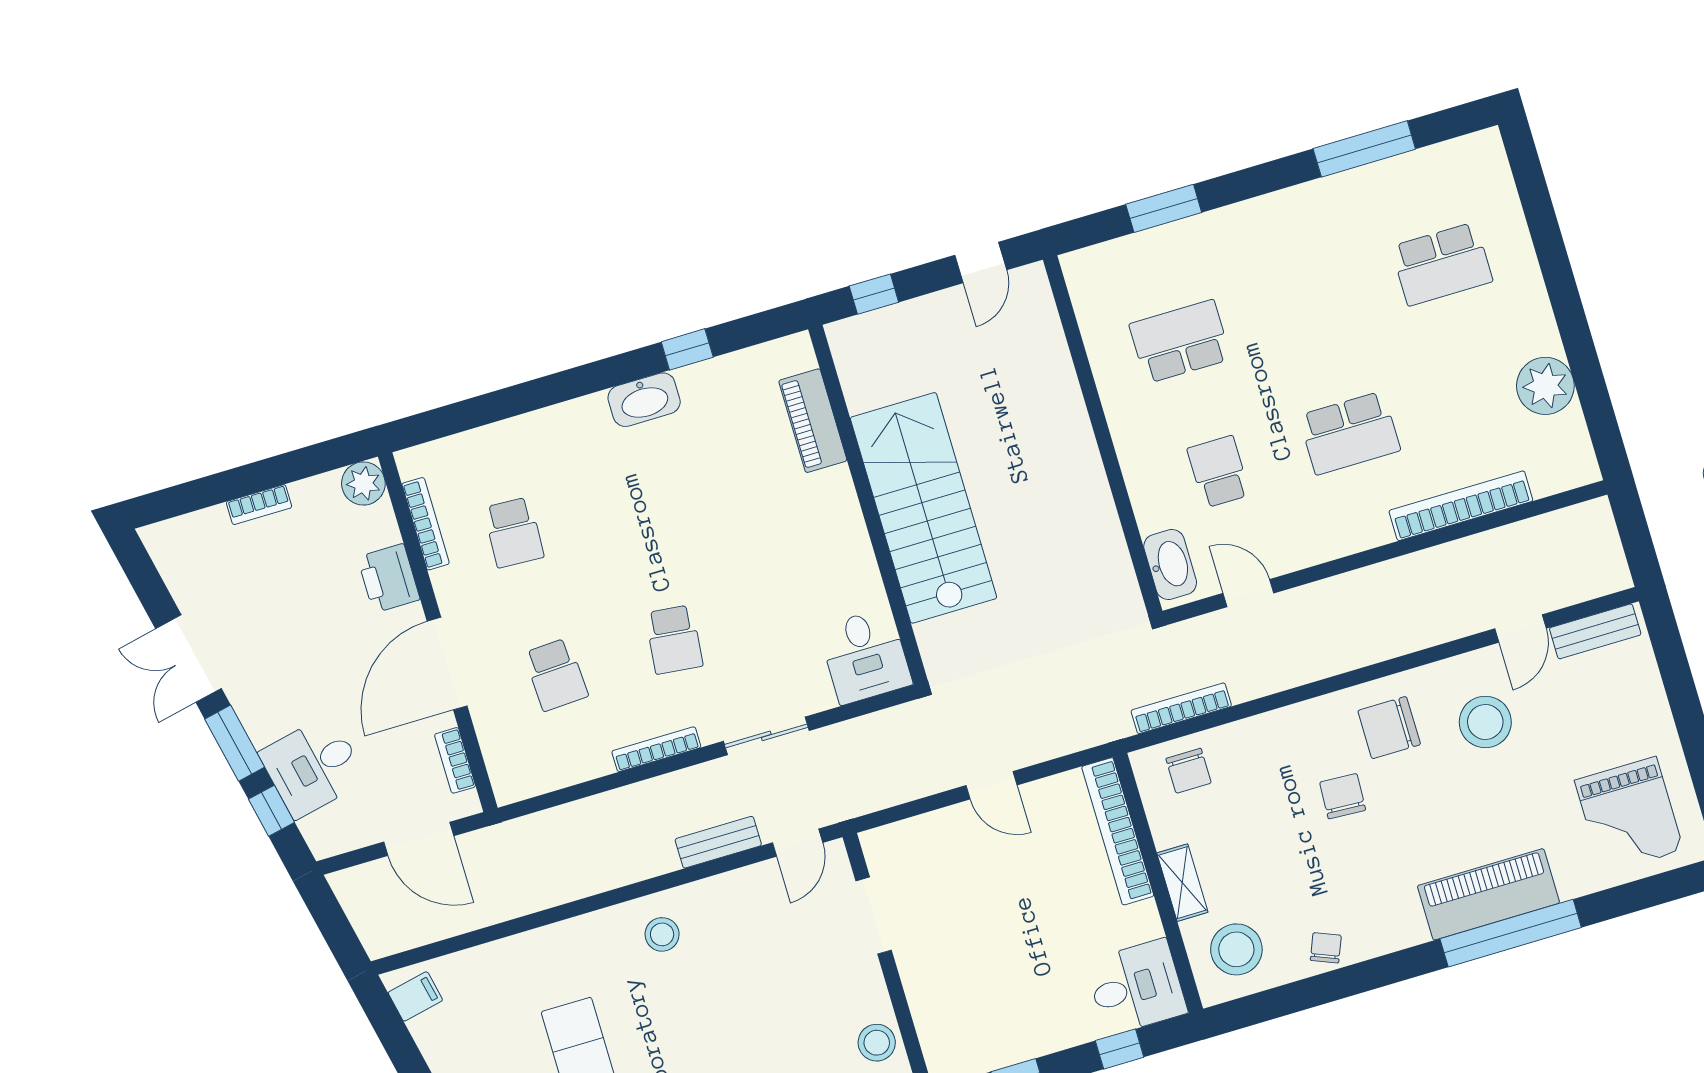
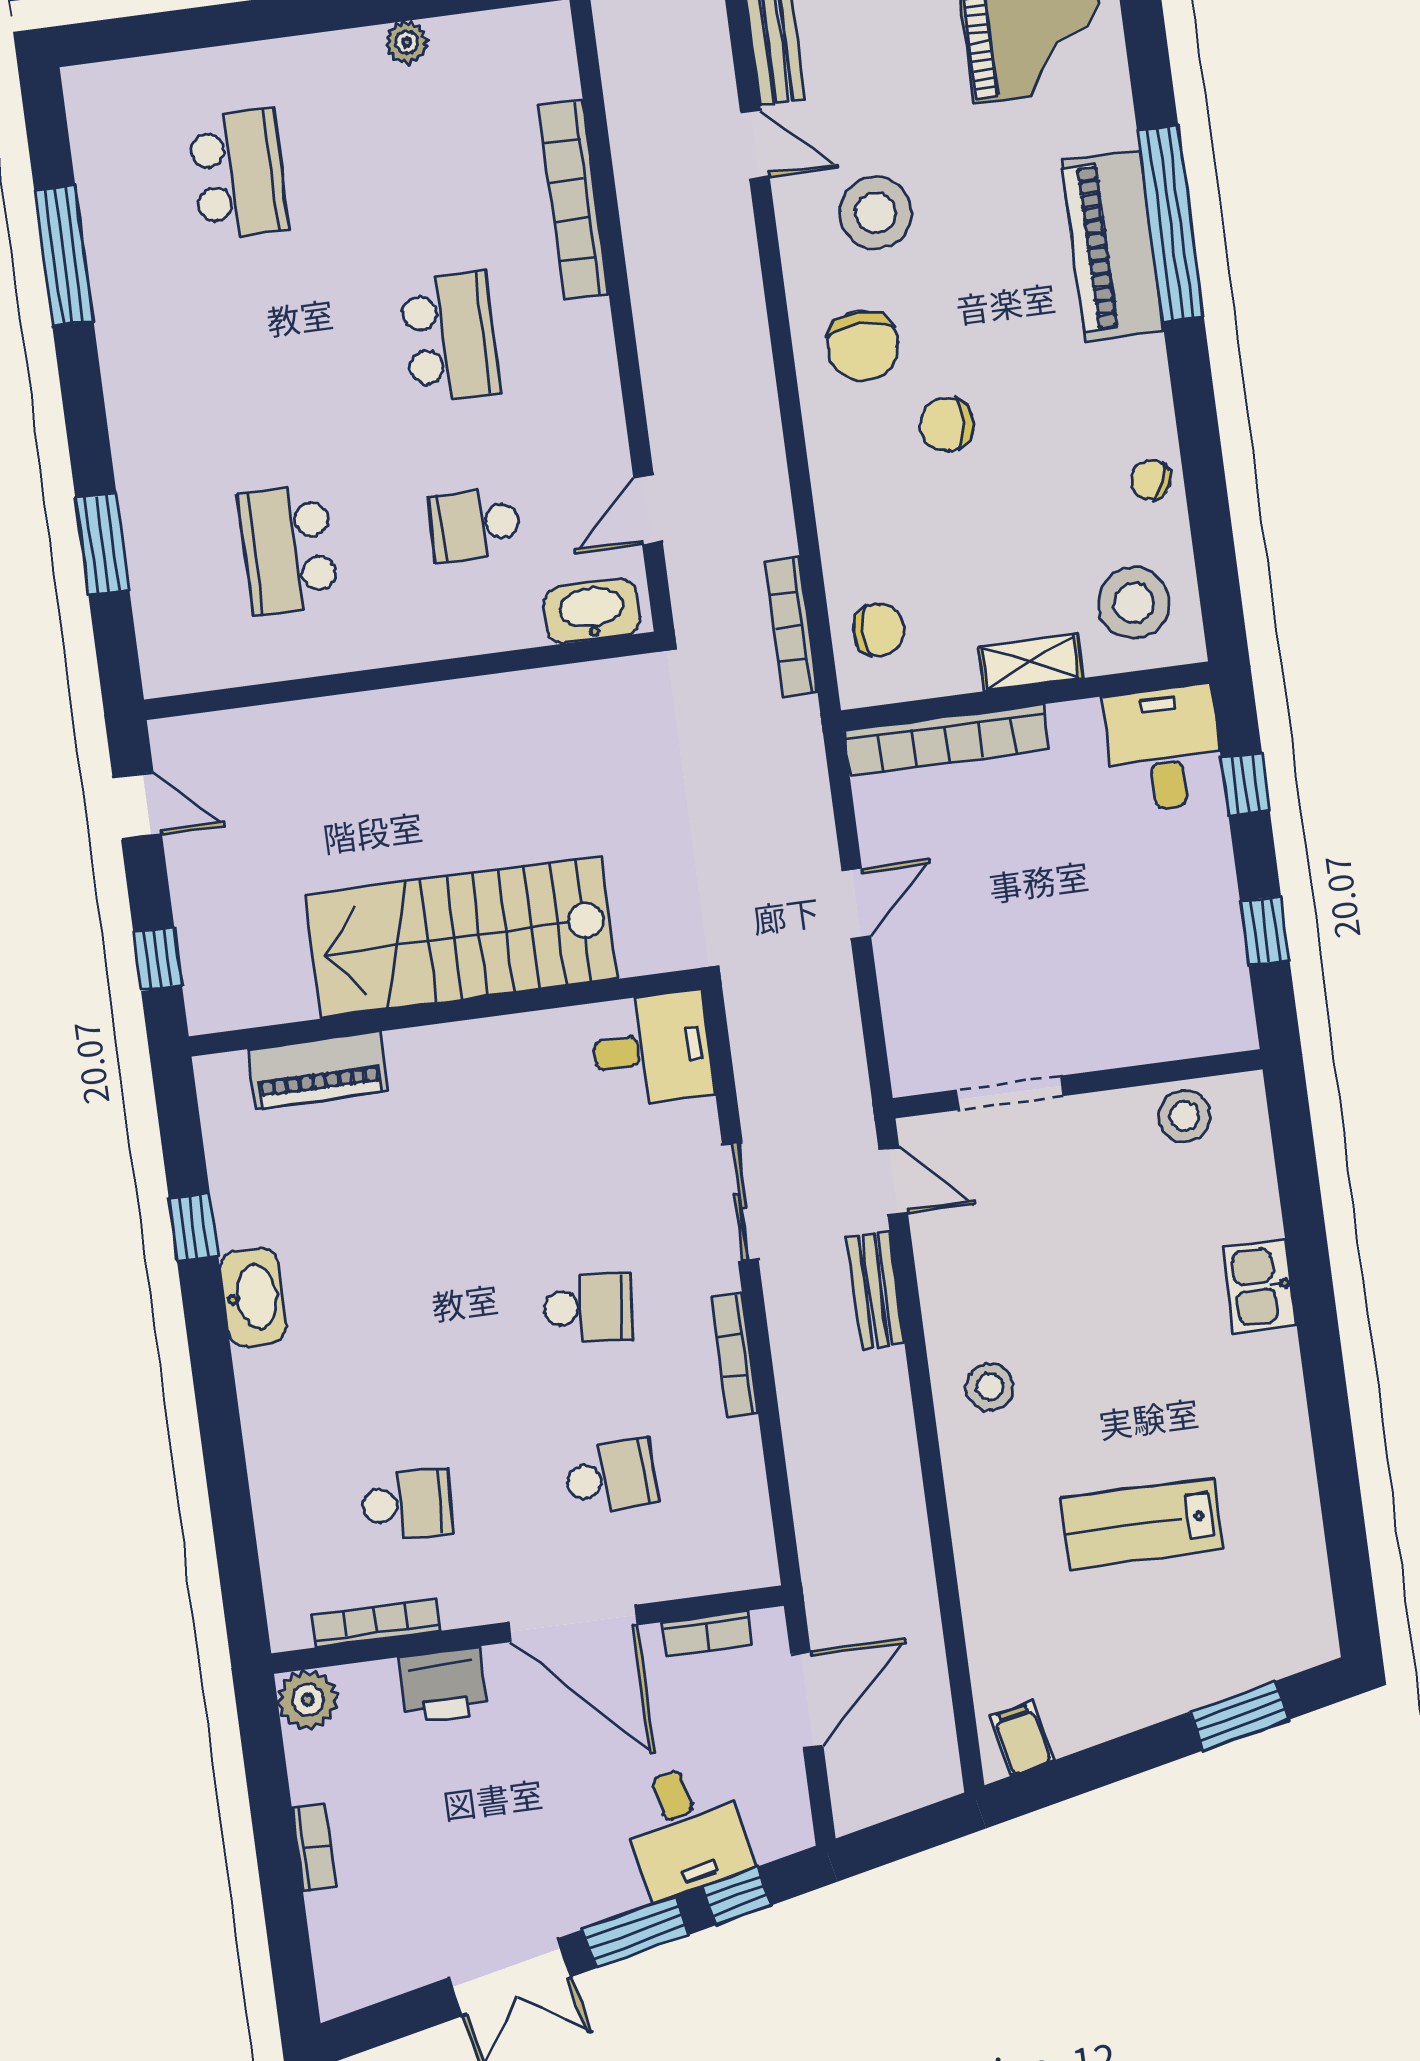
plant: (1545, 386) -> (407, 42), width x0.53, depth x0.53

